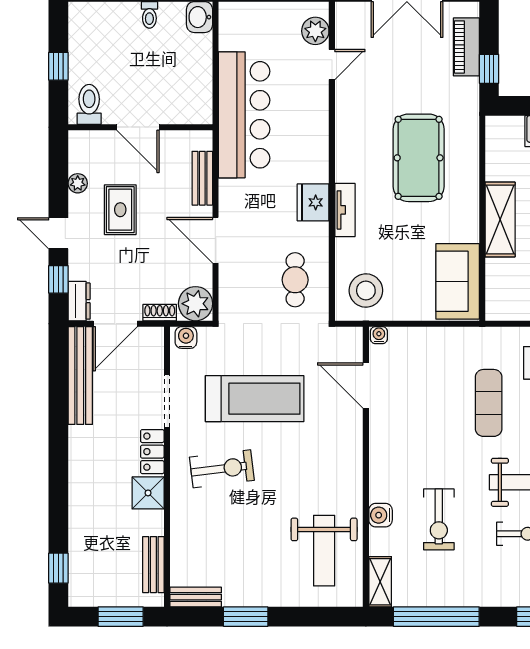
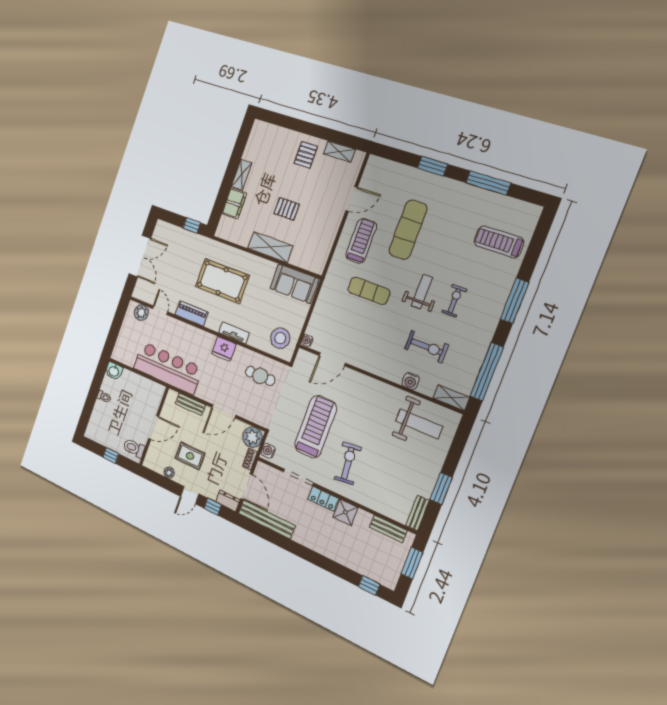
piano: (466, 47) -> (191, 313), moved, turned 180

